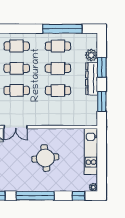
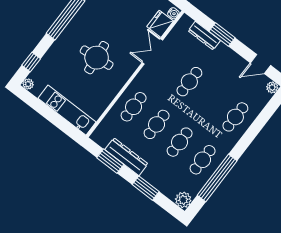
plant: (91, 55) -> (183, 200), moved
cafe table: (17, 68) -> (134, 107), moved
dresser: (92, 79) -> (126, 157), moved

